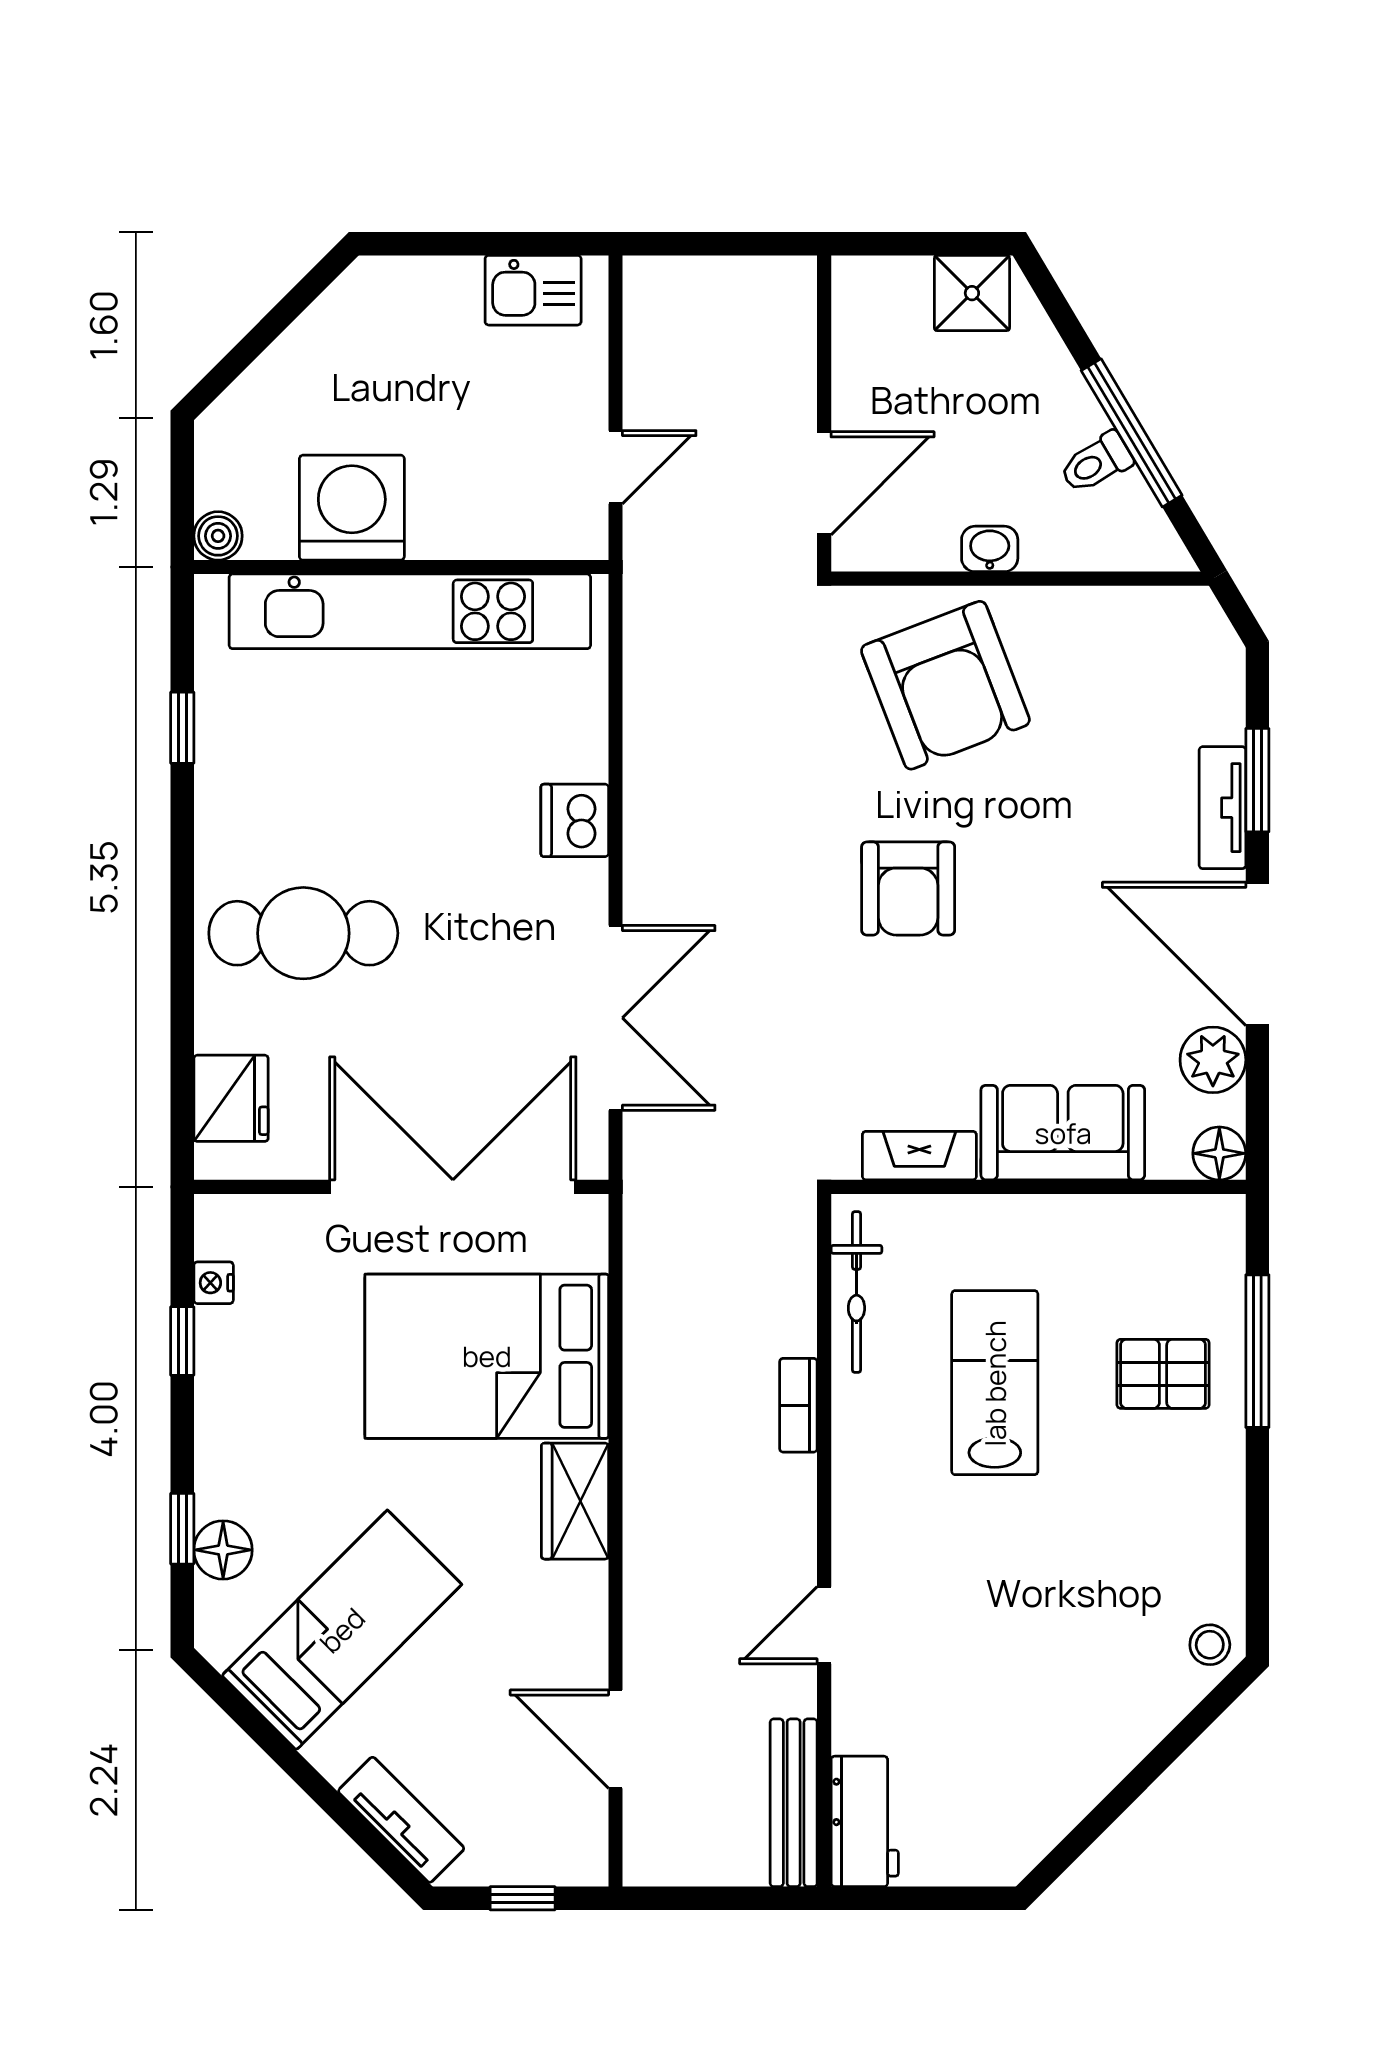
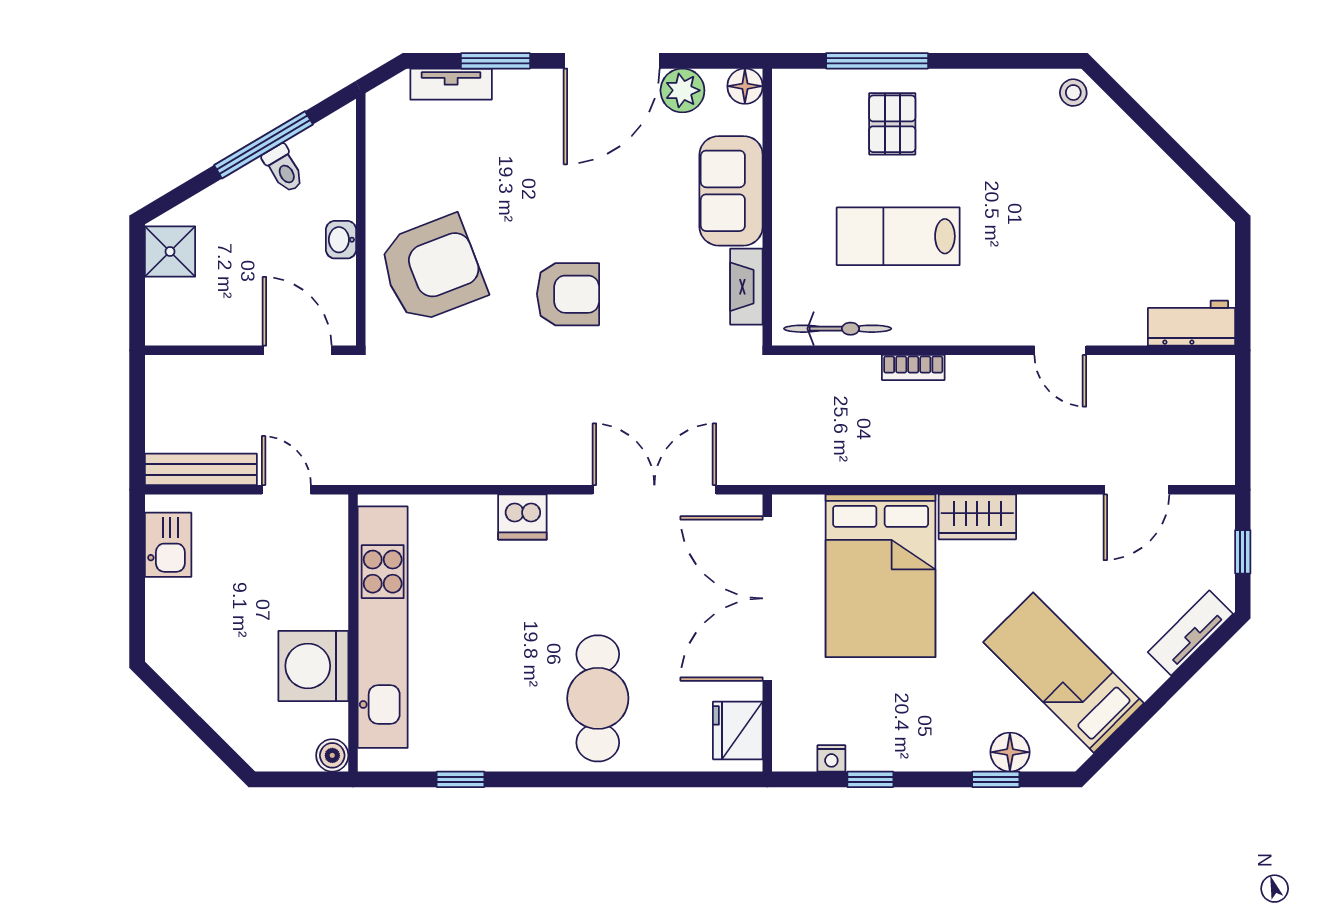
tv unit: (1222, 808) -> (451, 84), moved
fridge: (231, 1098) -> (738, 730), moved, turned -90
bench: (794, 1803) -> (201, 469), moved

